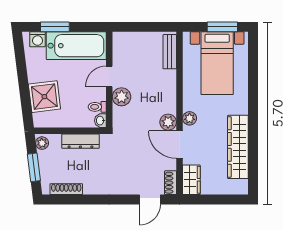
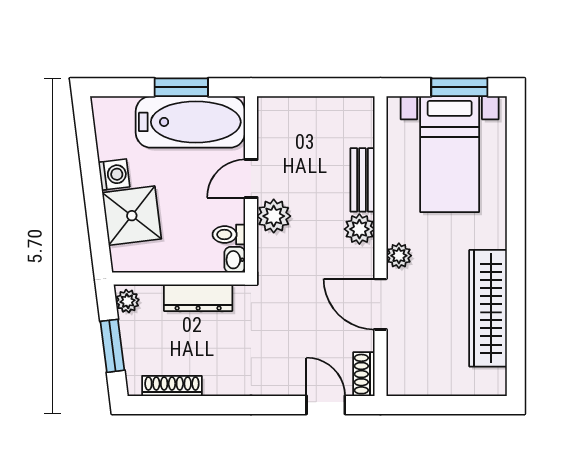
window: (55, 27) -> (181, 87), moved
washing machine: (38, 39) -> (114, 175), moved, turned -97
bench: (170, 52) -> (362, 180), moved
plant: (168, 122) -> (359, 229), moved
wardrobe: (191, 180) -> (402, 369), removed
door: (150, 199) -> (326, 405), swing flipped

